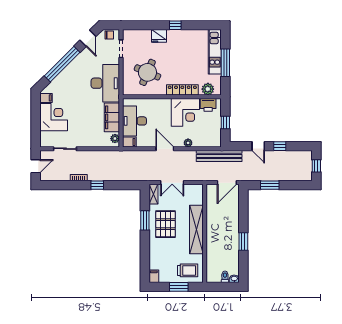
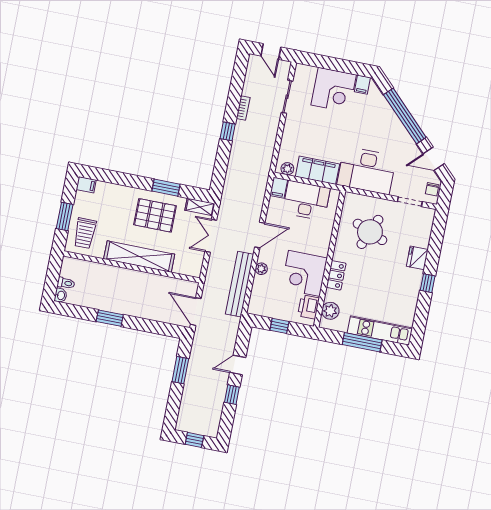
locker: (182, 90) -> (336, 275), width x0.66
bench: (219, 156) -> (240, 284), moved

